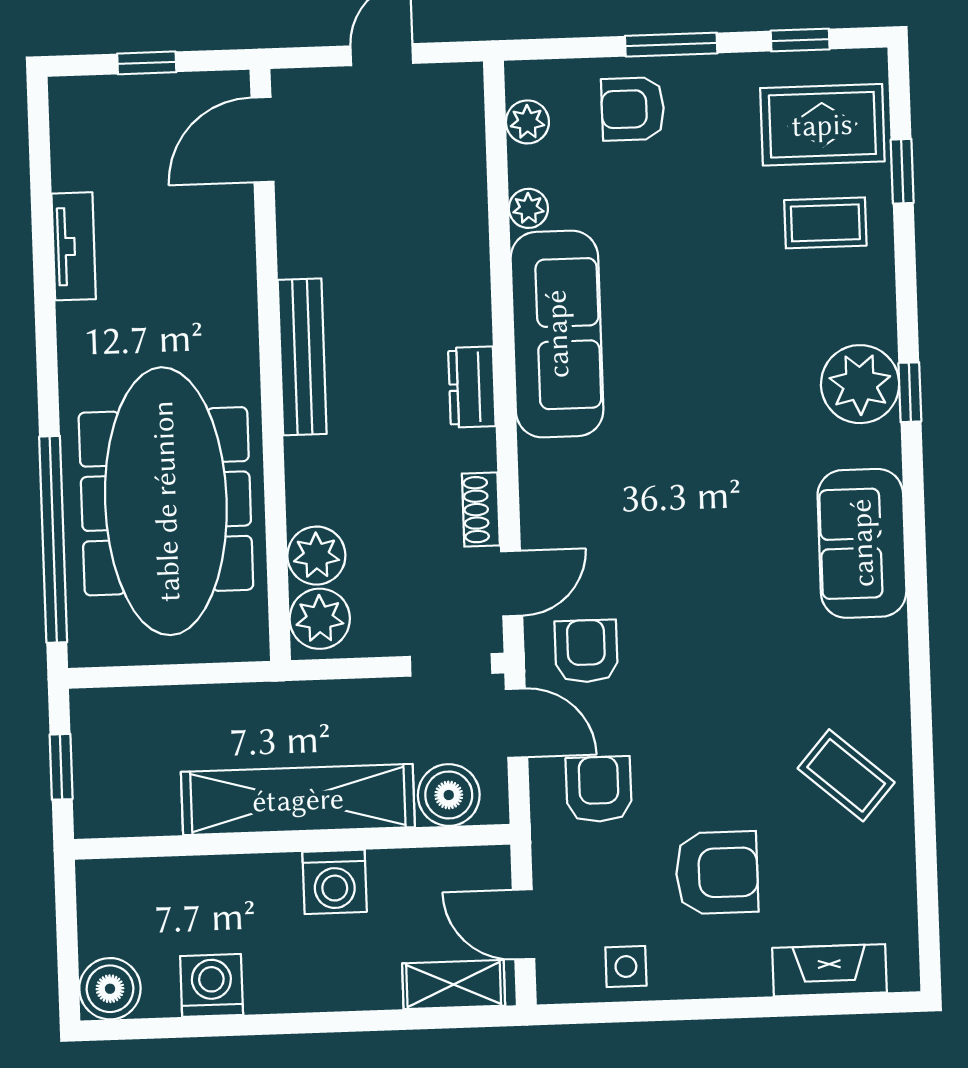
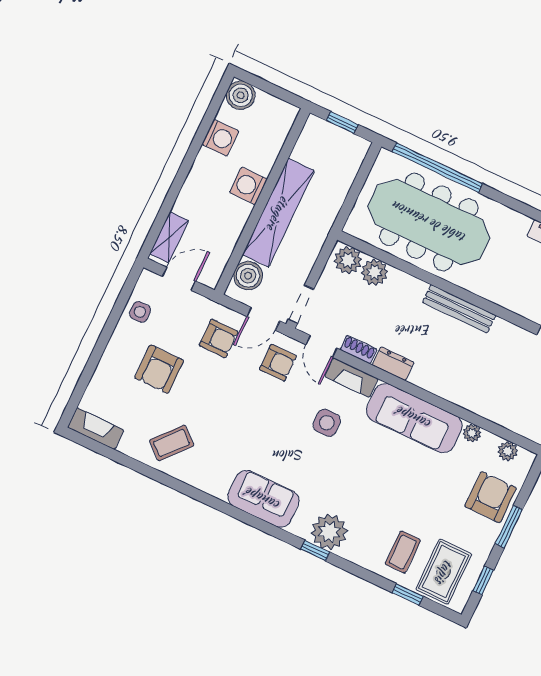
armchair: (633, 109) -> (491, 497), width x1.38, depth x1.38
dresser: (472, 387) -> (393, 364), moved
fireplace: (542, 495) -> (351, 378), added
side table: (653, 497) -> (327, 423), added
washing machine: (335, 882) -> (248, 186), moved
fireplace: (830, 970) -> (96, 429), moved, turned -90

